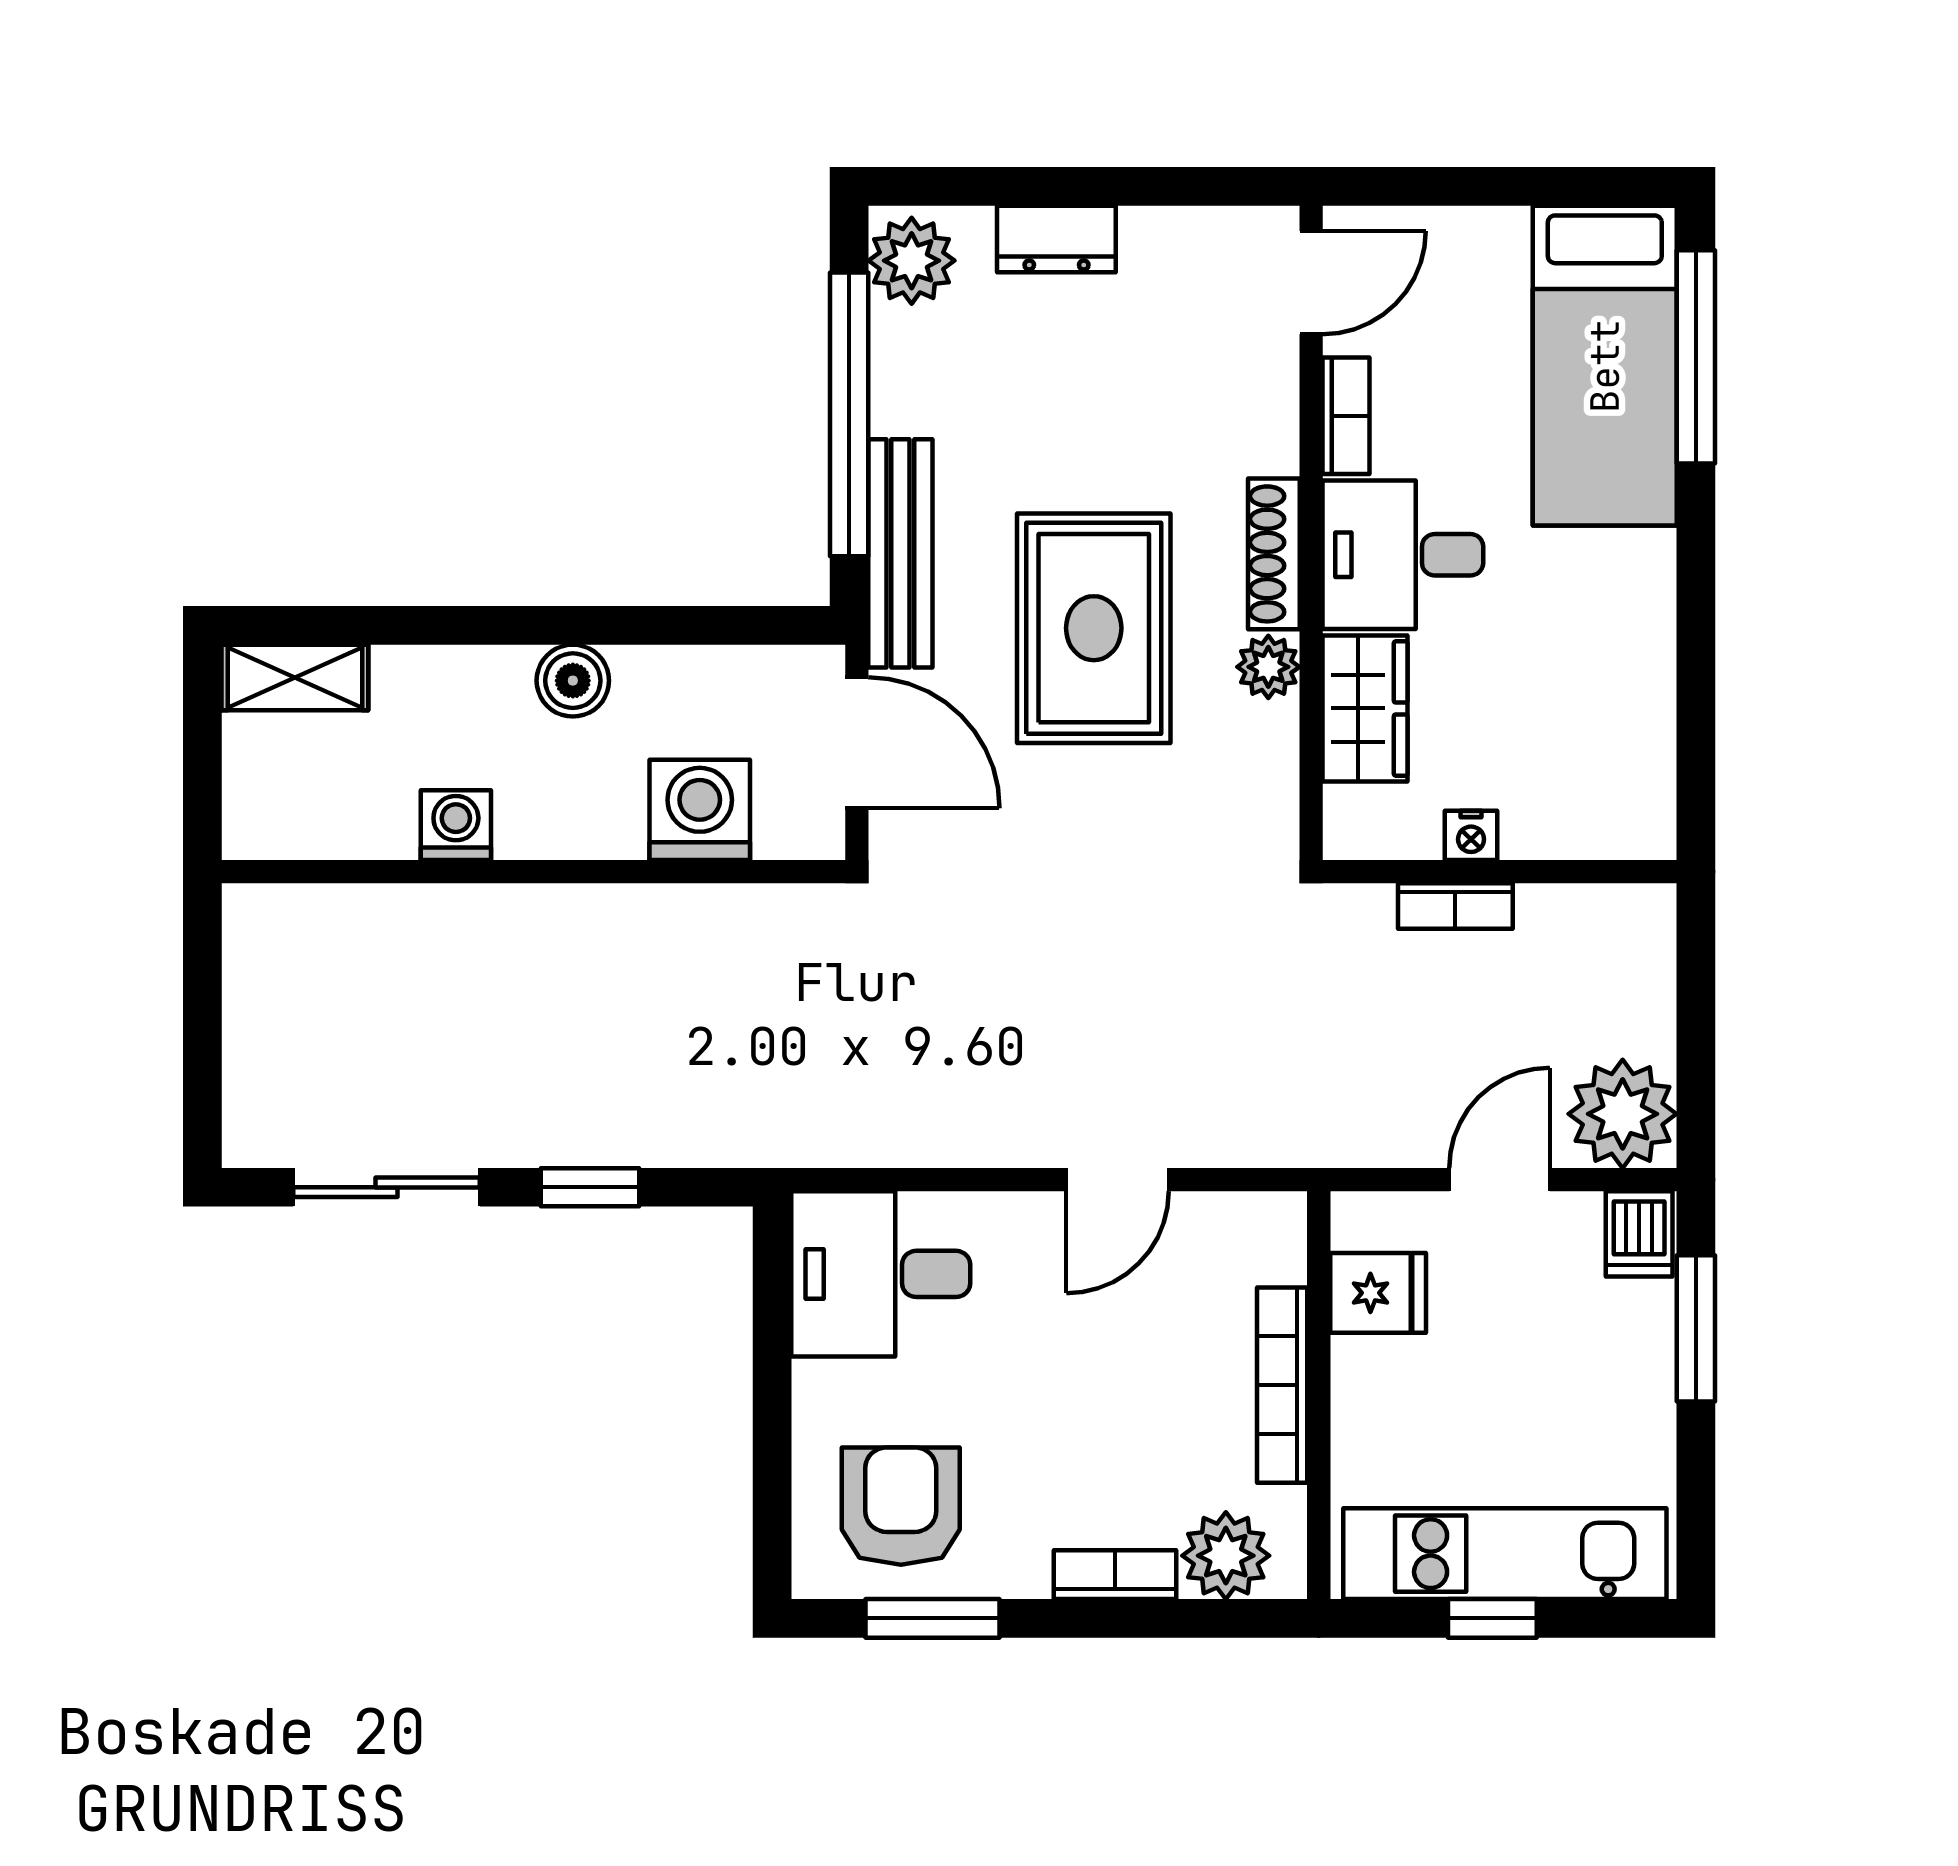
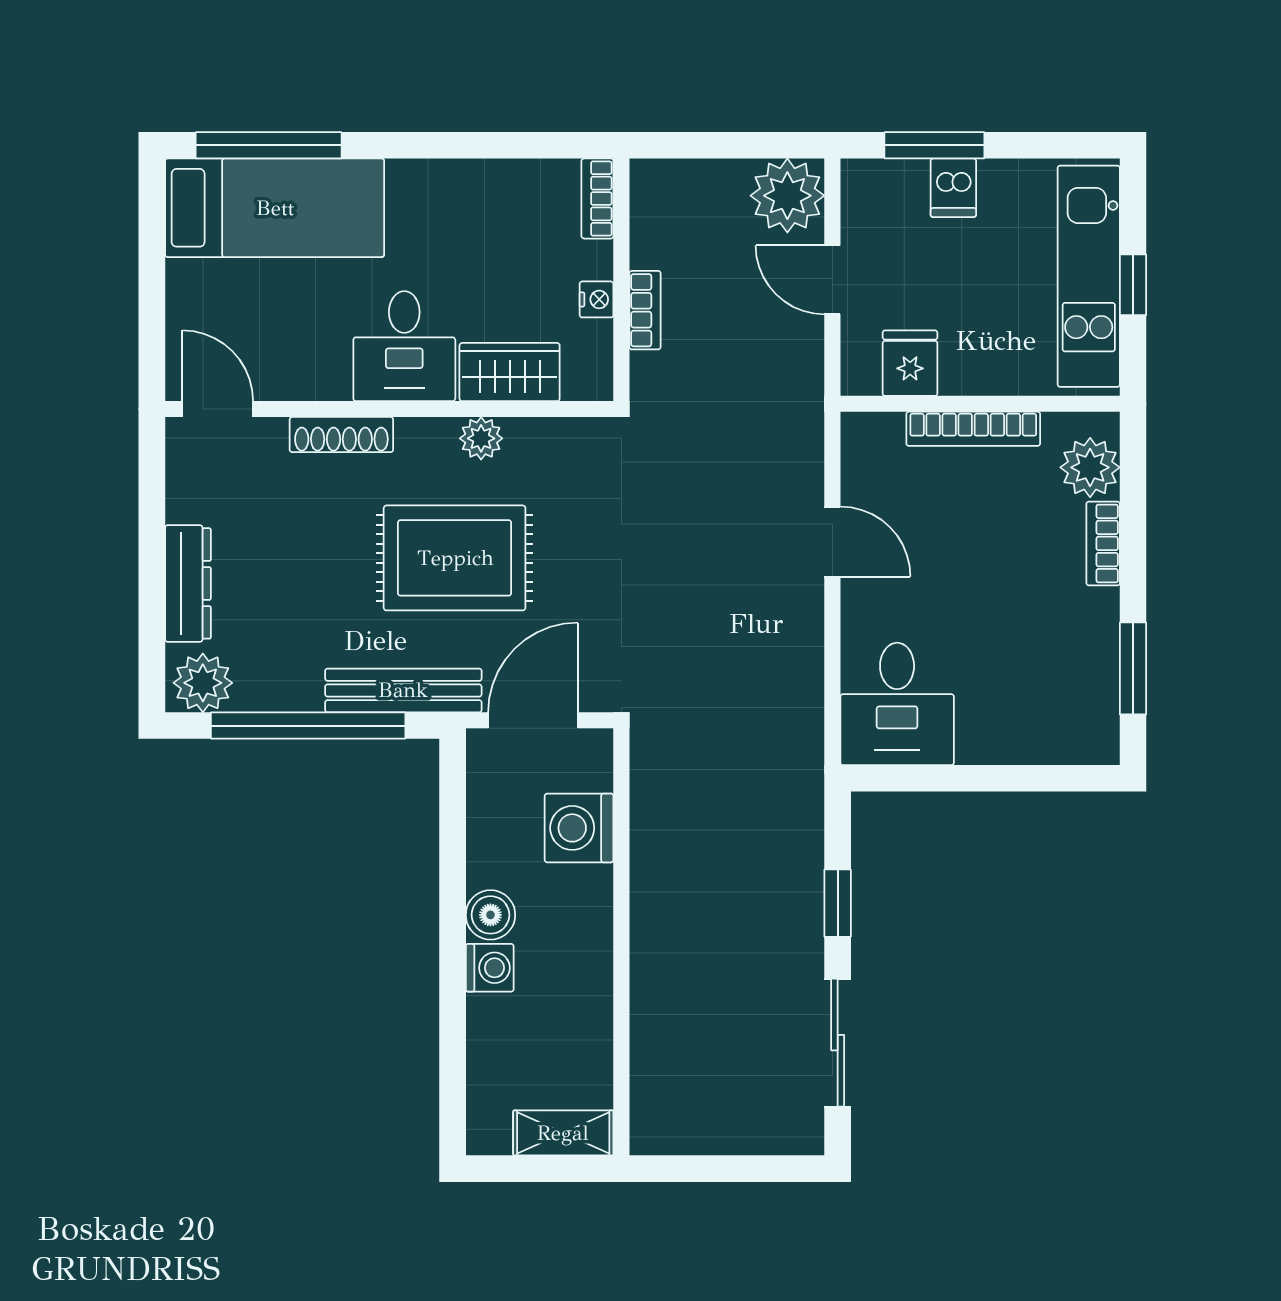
dresser: (1056, 239) -> (188, 583), width x1.44
bookcase: (1346, 416) -> (597, 198), moved, turned -90
shoe rack: (1274, 554) -> (341, 435), moved
shelving: (295, 677) -> (563, 1133), moved, turned 90
washing machine: (456, 825) -> (490, 968), moved, turned 180
dishwasher: (1639, 1234) -> (953, 188), moved, turned 90
armchair: (901, 1506) -> (1056, 690), removed

